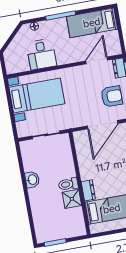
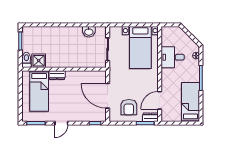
door: (97, 60) -> (160, 100), swing flipped
washbasin: (32, 180) -> (89, 32), moved
toilet: (68, 184) -> (26, 60), moved
shower: (72, 199) -> (39, 61), moved

